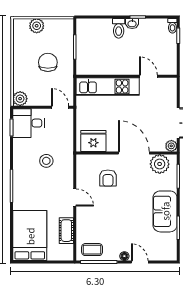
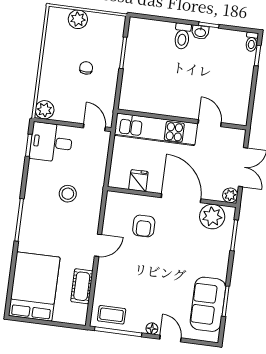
chair: (48, 62) -> (86, 68), width x0.54, depth x0.54
wall: (127, 76) -> (182, 119), moved
door: (148, 76) -> (210, 123), moved
kitchen unit: (108, 86) -> (156, 129), moved
fridge: (93, 141) -> (138, 181), width x0.53, depth x0.75
door: (75, 197) -> (98, 245), hinge flipped
sofa: (165, 211) -> (208, 304), moved

